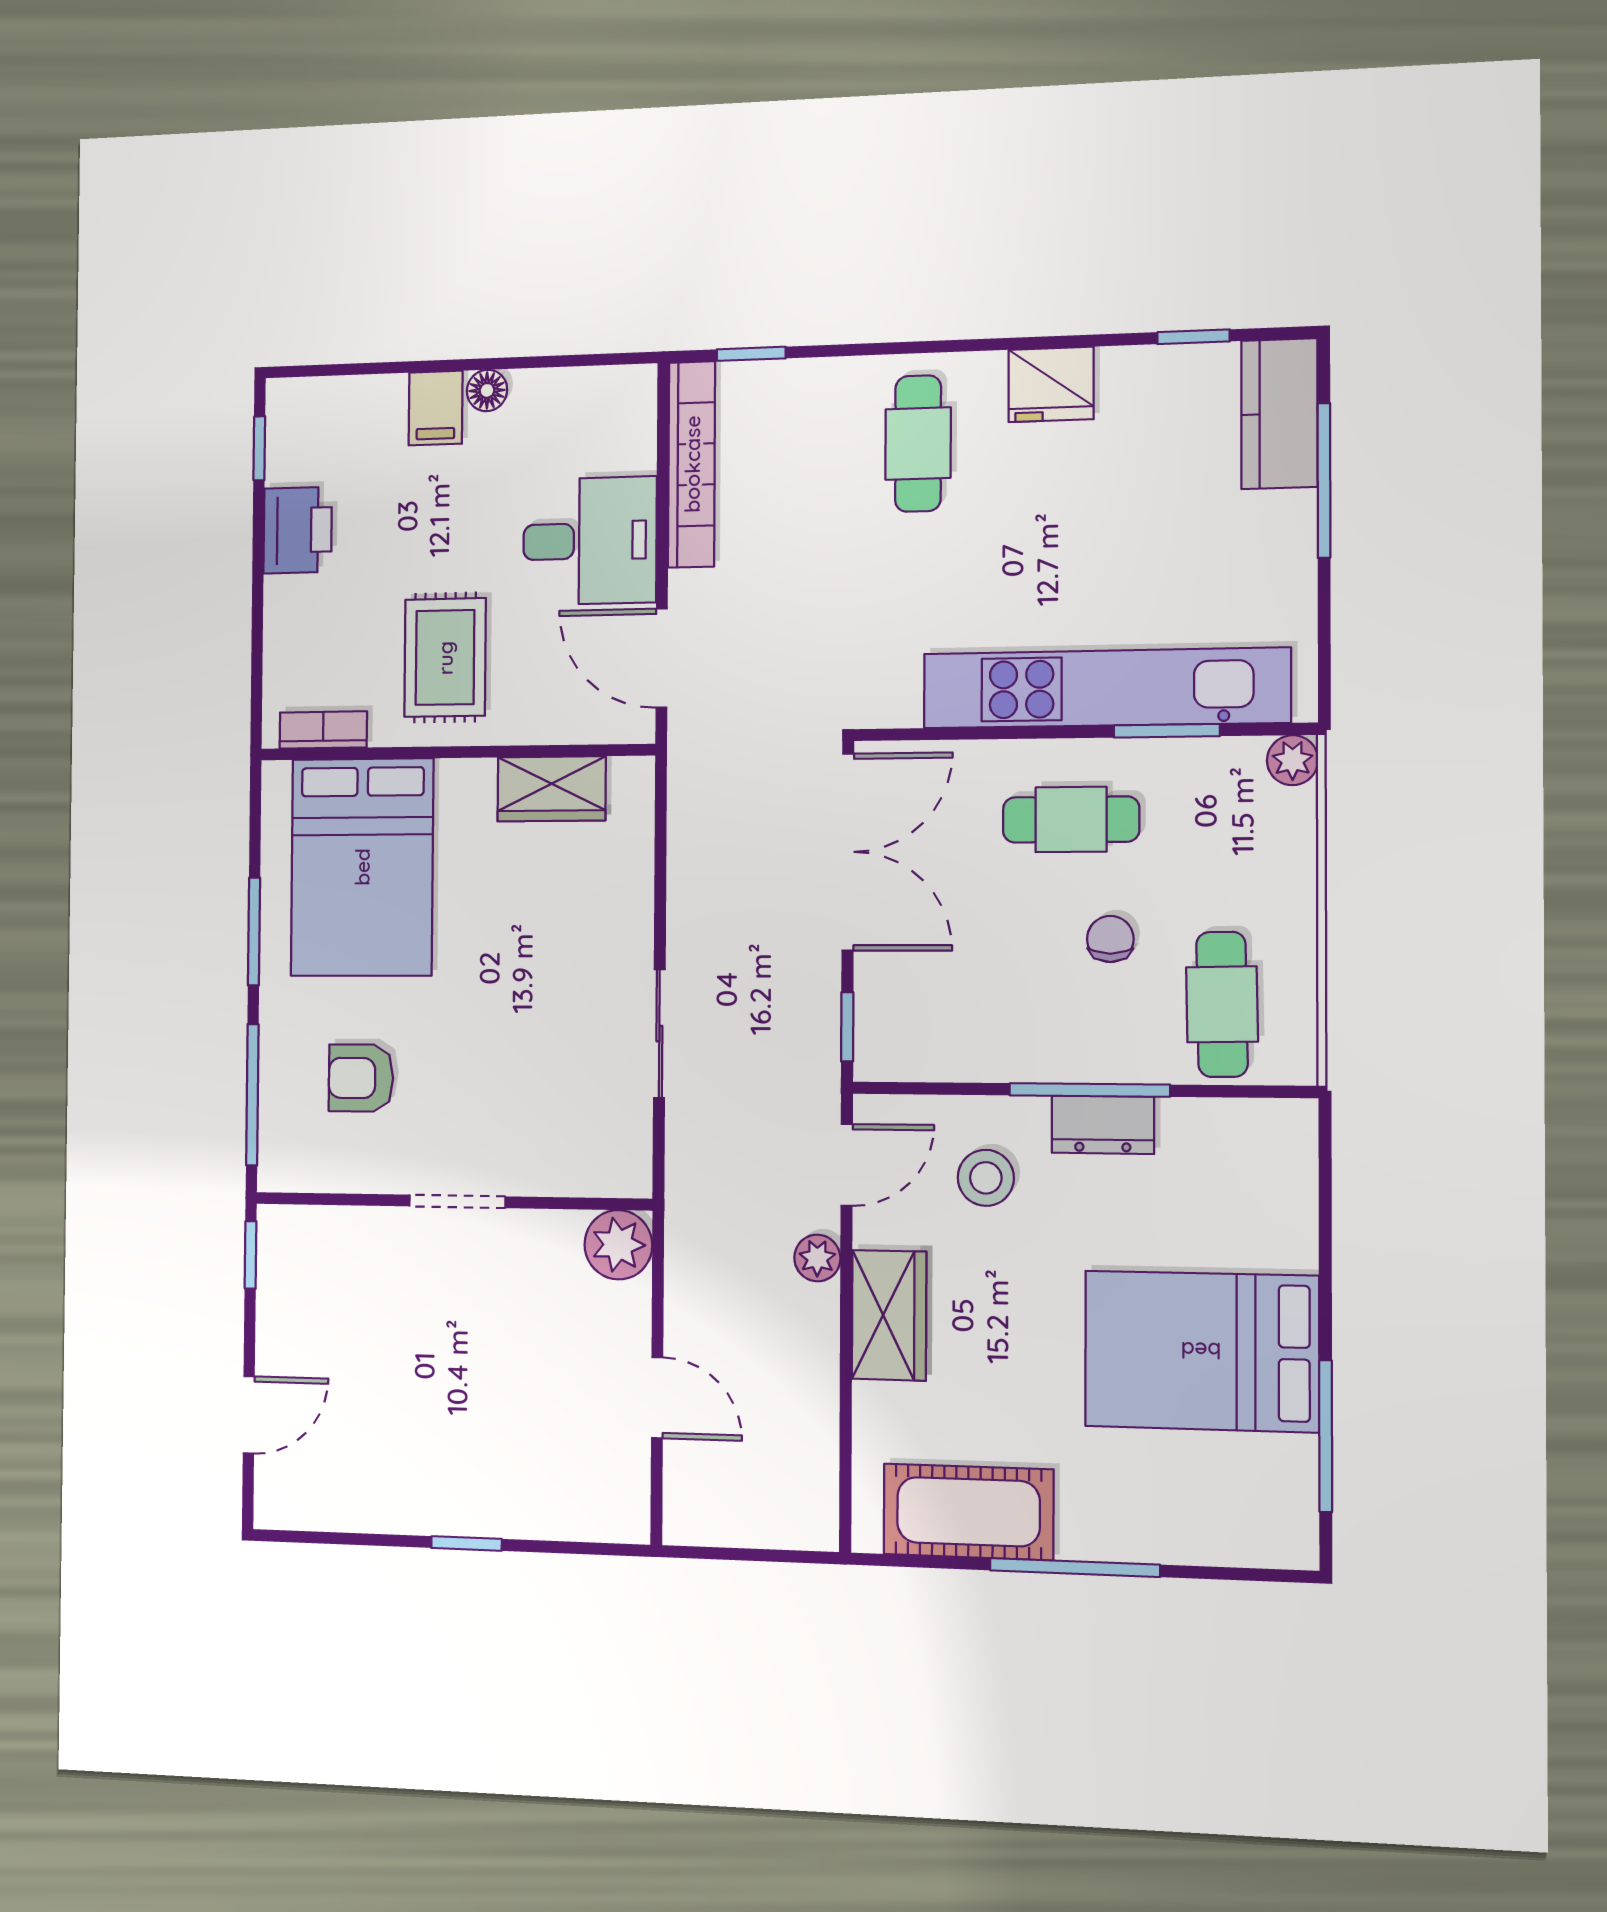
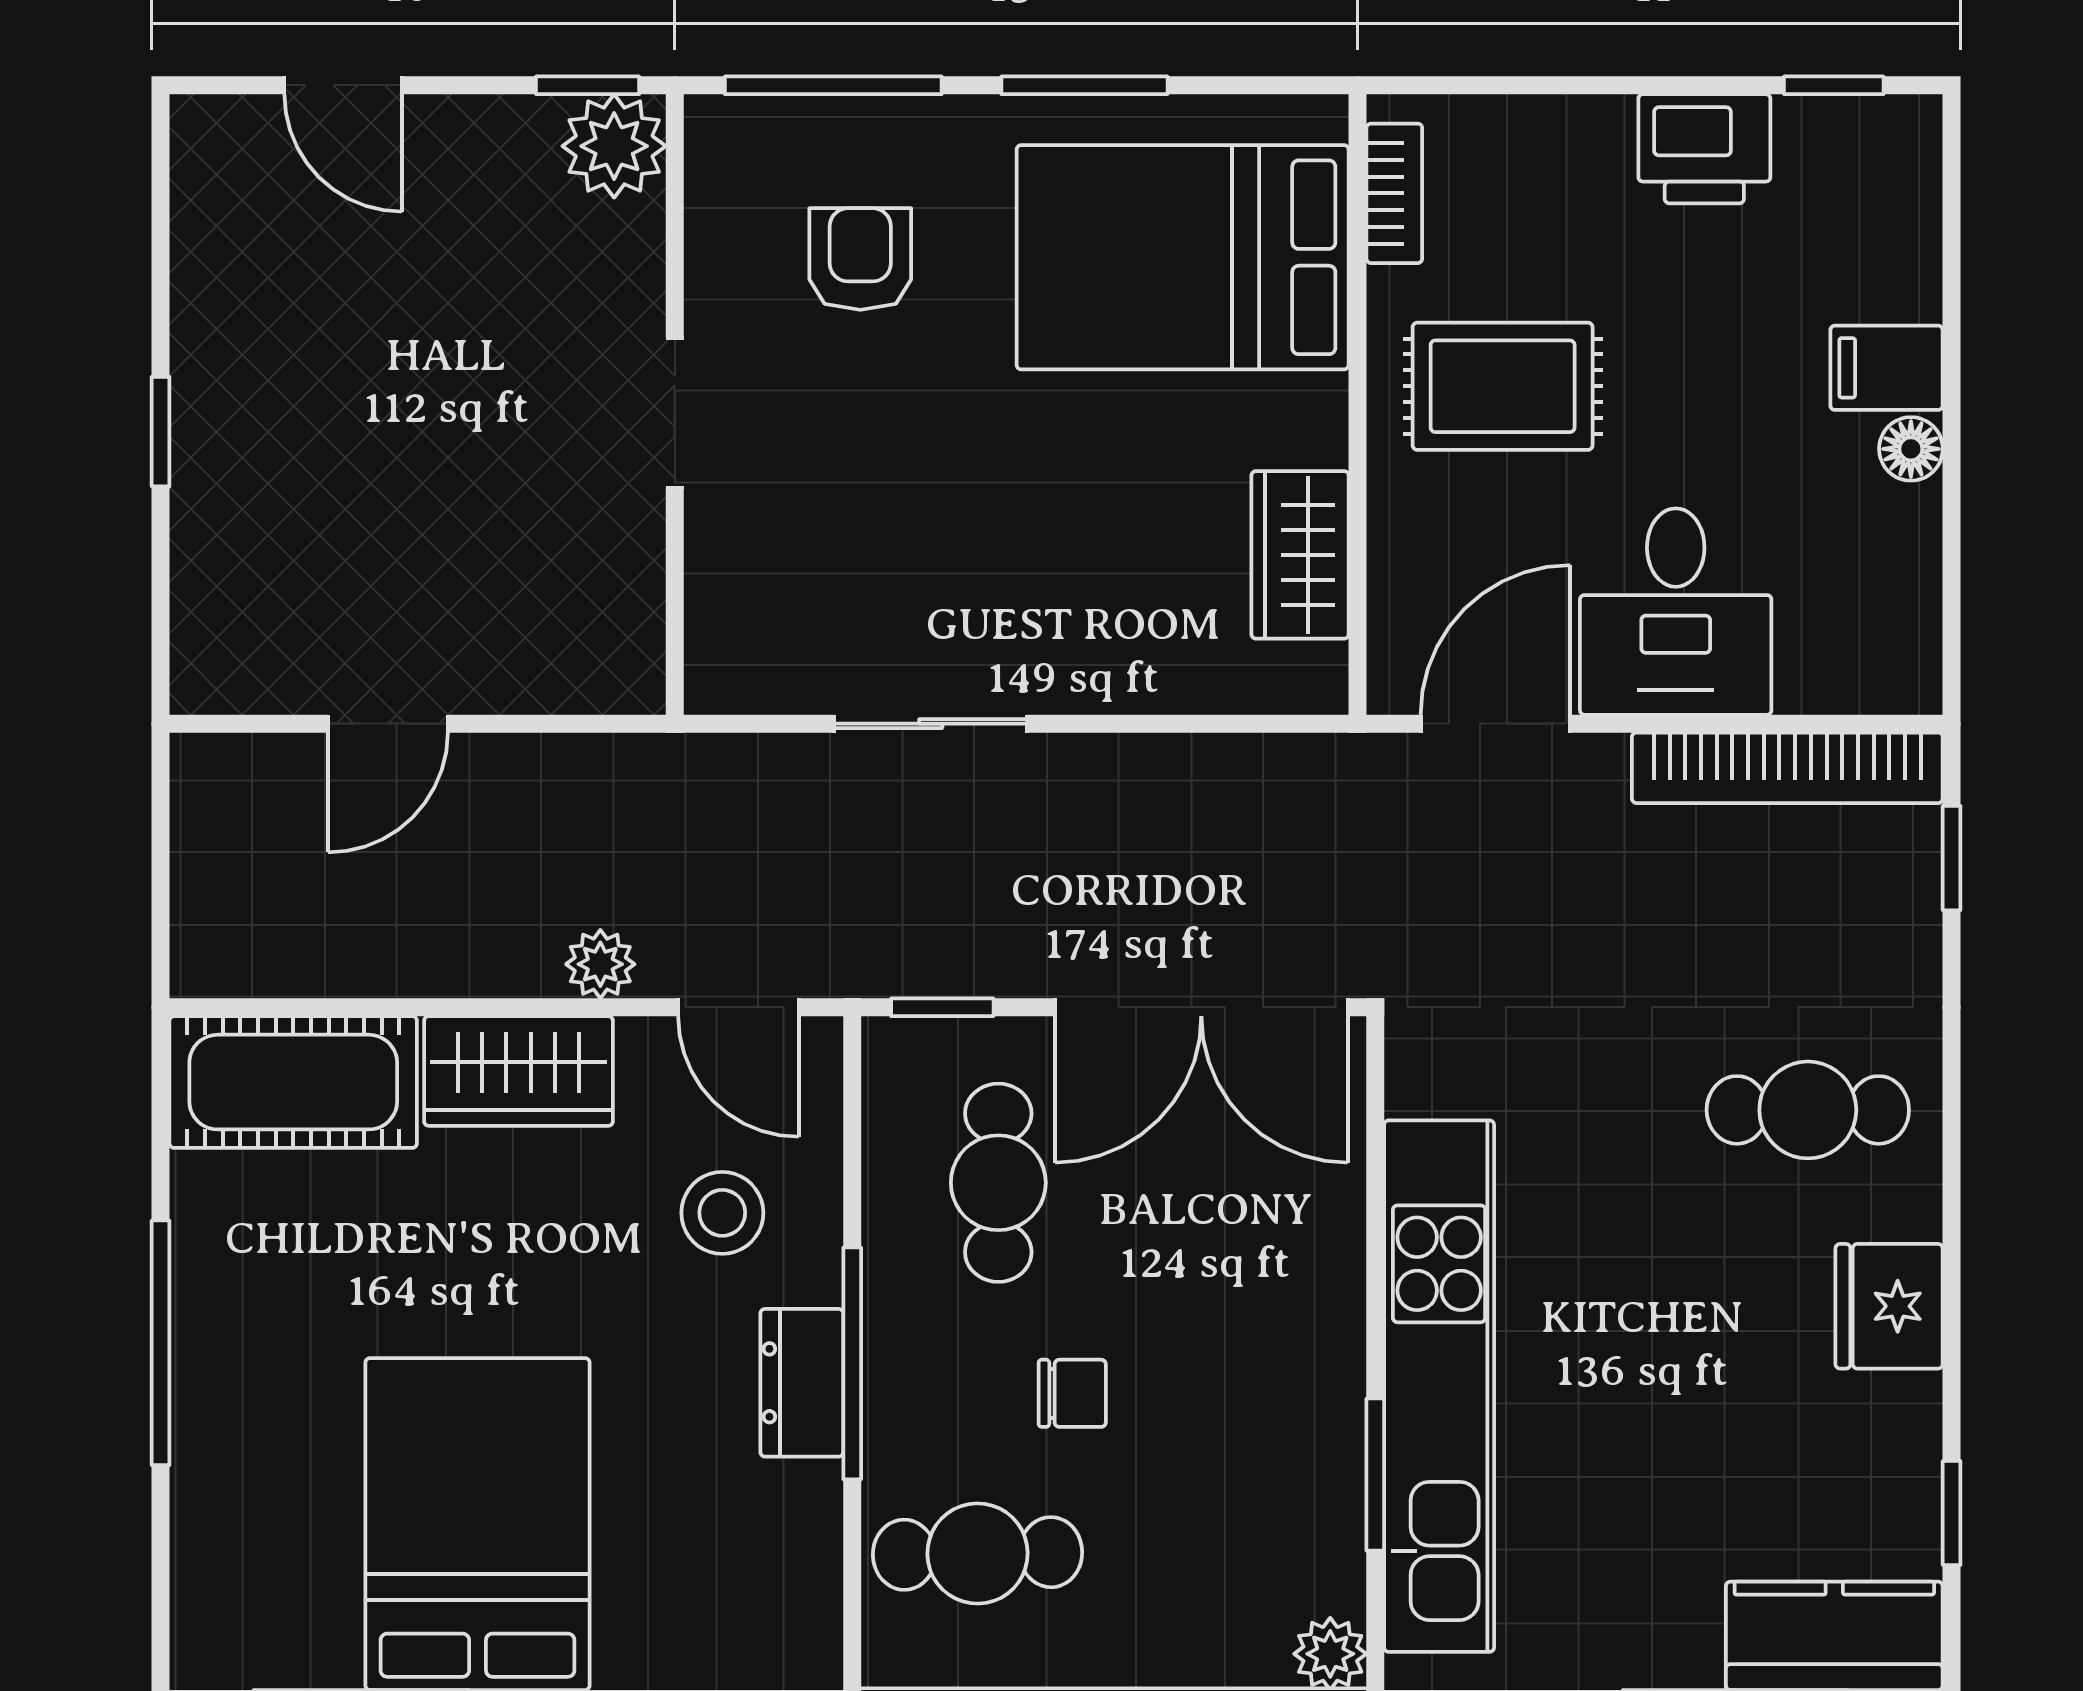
cafe table: (1071, 819) -> (998, 1183), moved
plant: (618, 1245) -> (614, 146), moved
cot: (968, 1512) -> (293, 1082), moved, turned 90

